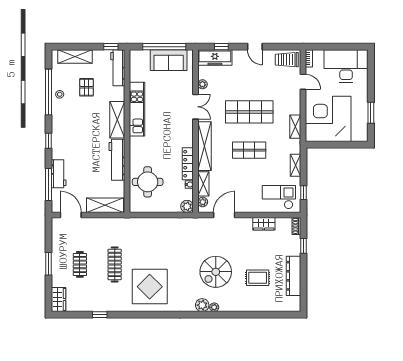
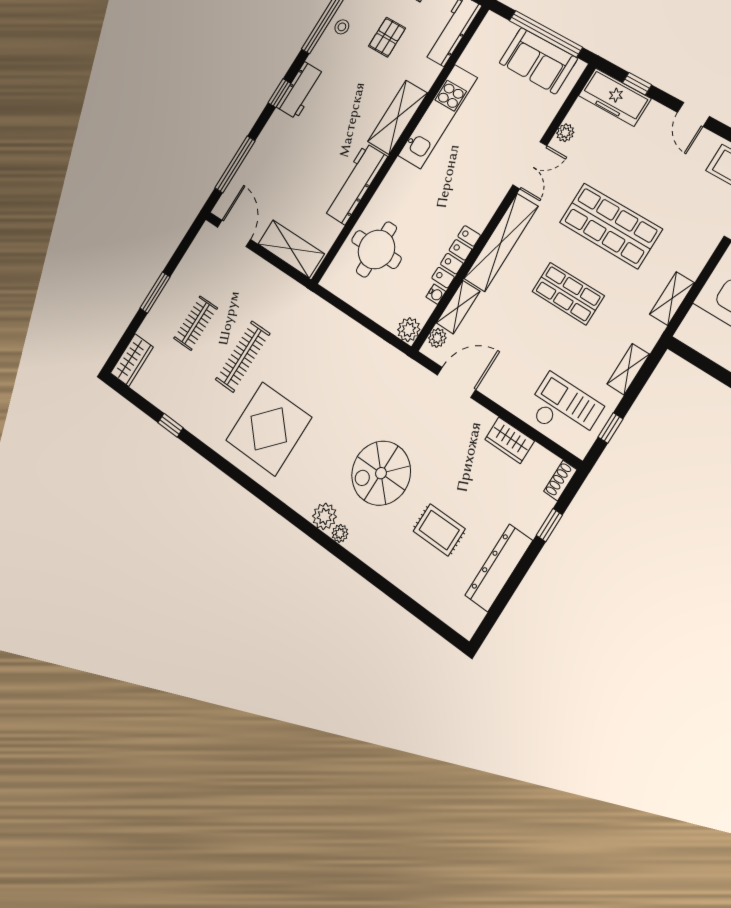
workbench: (59, 174) -> (300, 90), moved

